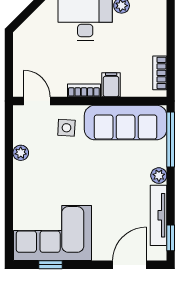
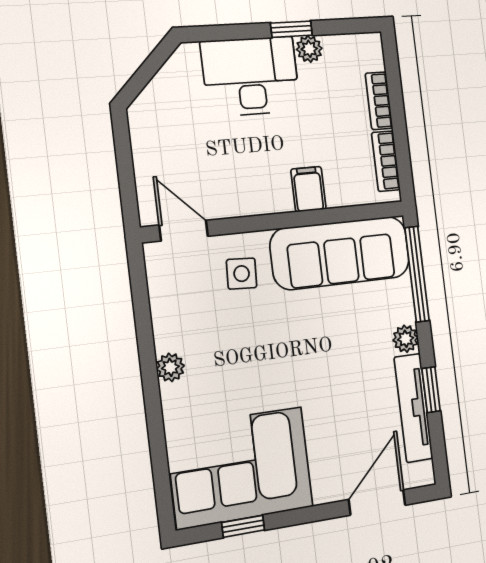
bookcase: (84, 90) -> (379, 101), moved, turned -90
plant: (21, 153) -> (170, 367), moved
window: (171, 238) -> (431, 390), moved

